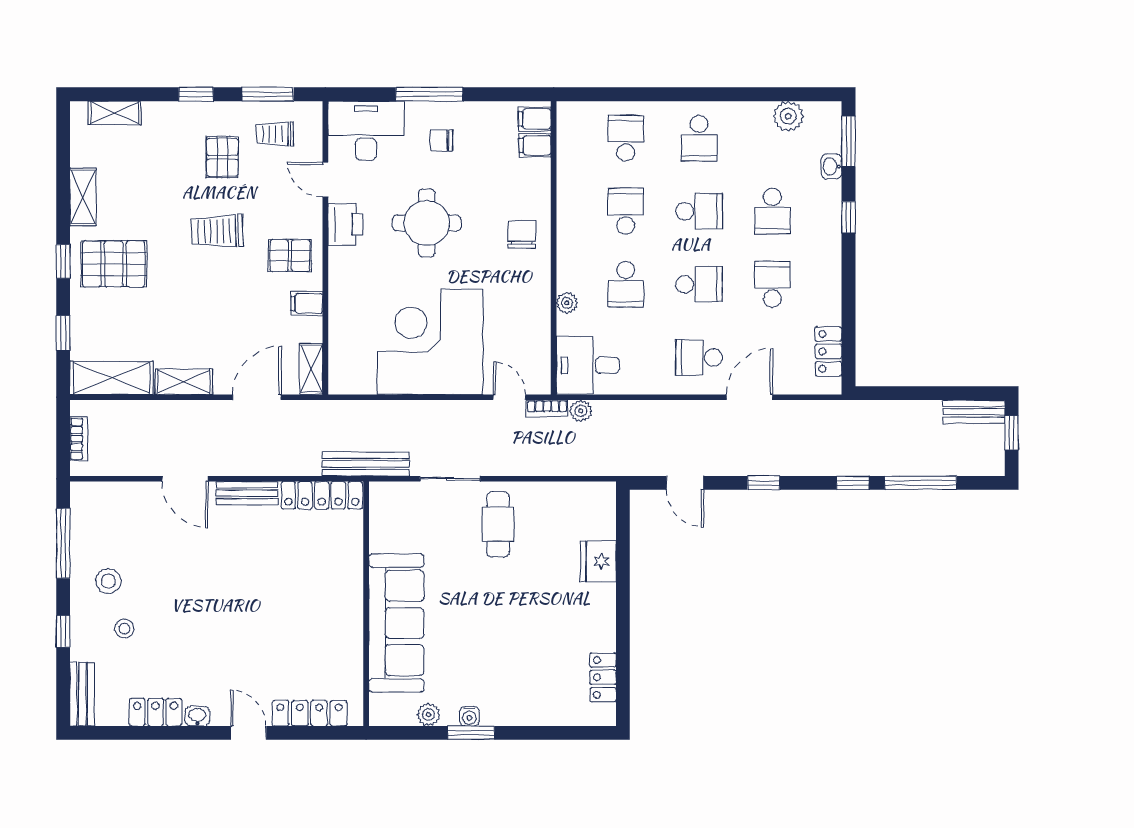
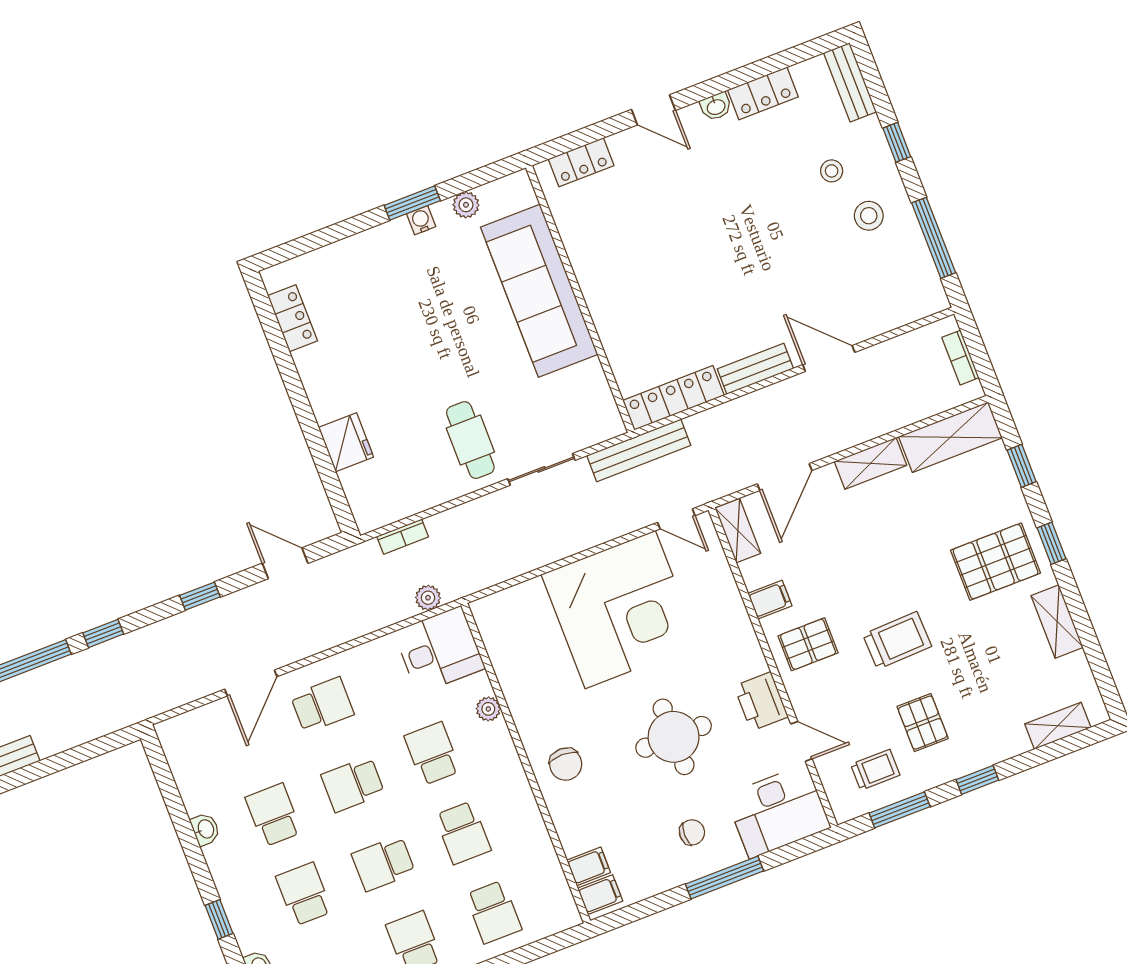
school desk: (772, 284) -> (273, 815), turned 180
washbasin: (832, 294) -> (205, 829), added
locker: (829, 351) -> (185, 766), removed
door: (509, 397) -> (676, 519), moved
bookcase: (547, 408) -> (403, 537), moved, turned 180
locker: (310, 713) -> (581, 162), width x0.66

